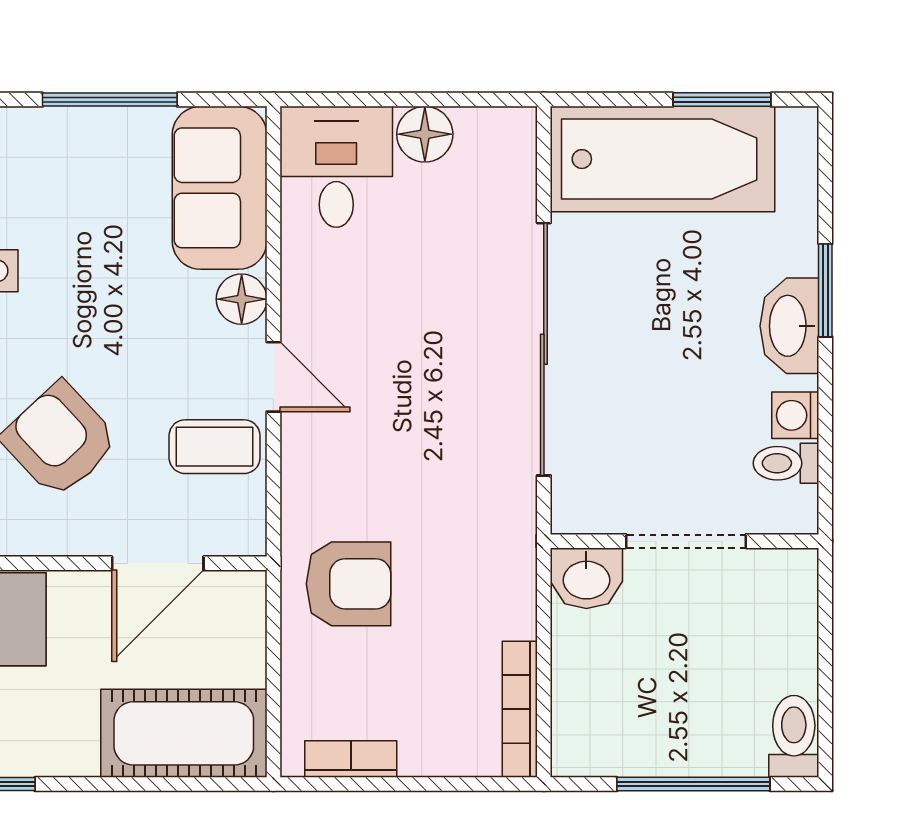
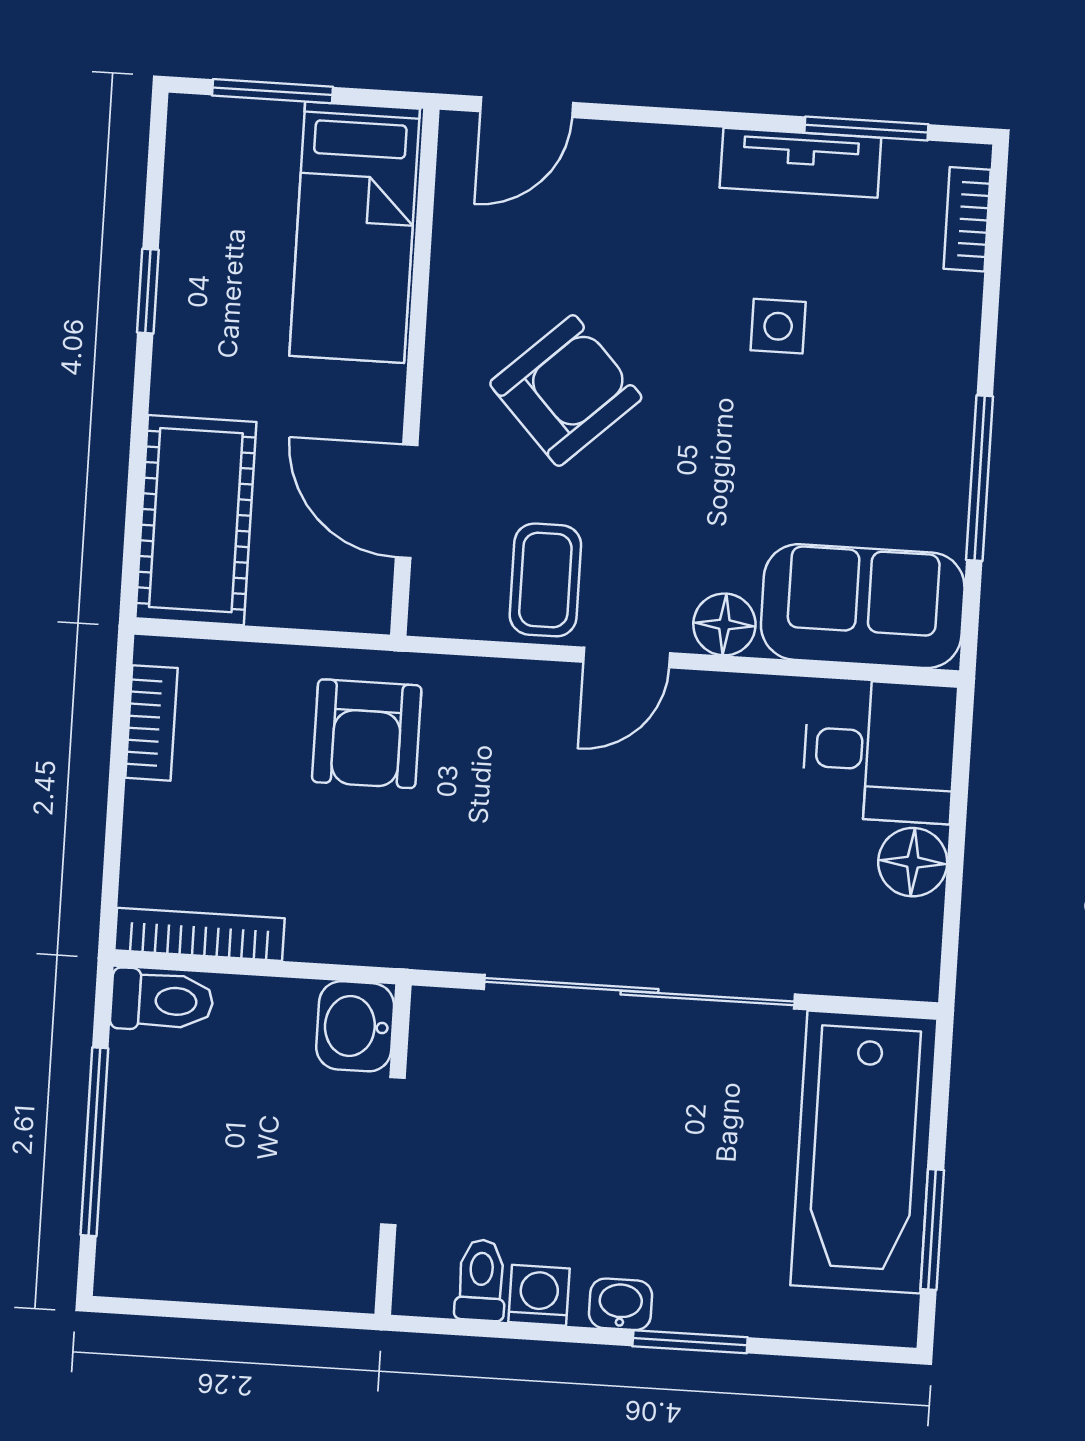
washbasin: (789, 326) -> (621, 1304), width x0.52, depth x0.69
toilet: (794, 736) -> (162, 1001), moved

